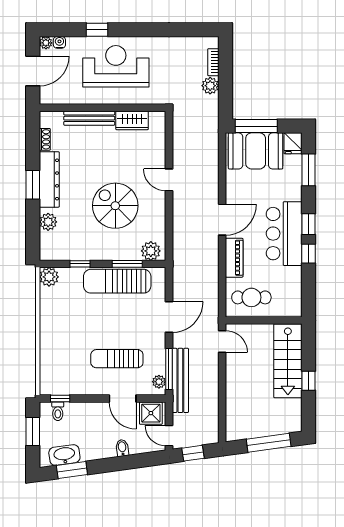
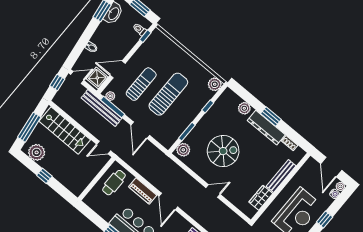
sun lounger: (117, 281) -> (168, 94), moved
stairs: (288, 361) -> (65, 130), moved, turned 180
plant: (290, 411) -> (37, 152), added

